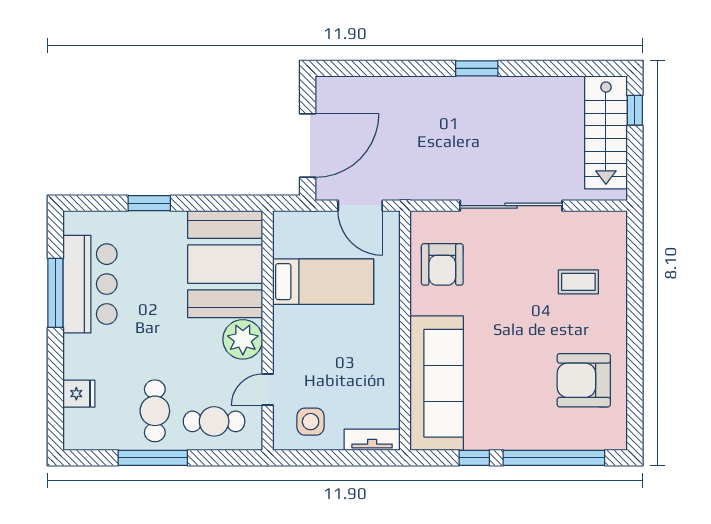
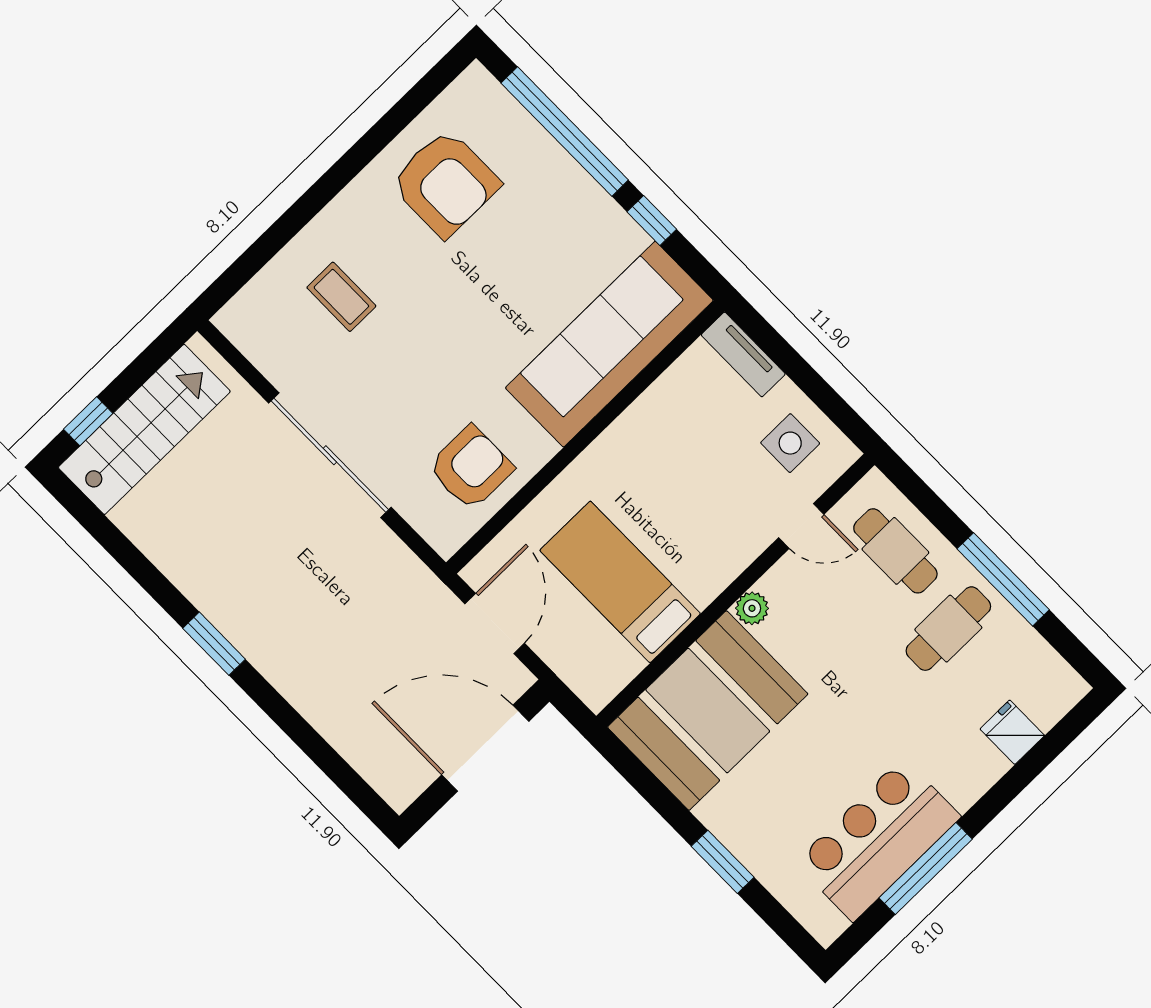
plant: (243, 339) -> (752, 608), width x0.53, depth x0.53

